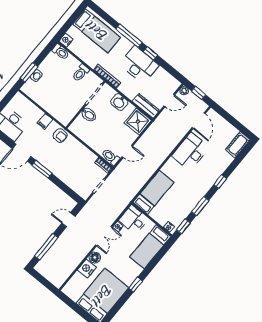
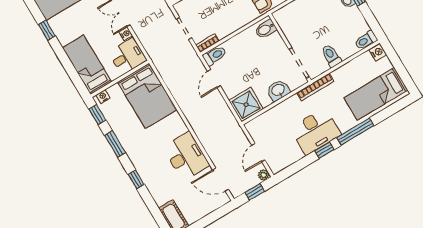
dresser: (146, 106) -> (262, 121), removed
bidet: (89, 115) -> (266, 29), moved
bed: (153, 192) -> (147, 96), width x1.50

